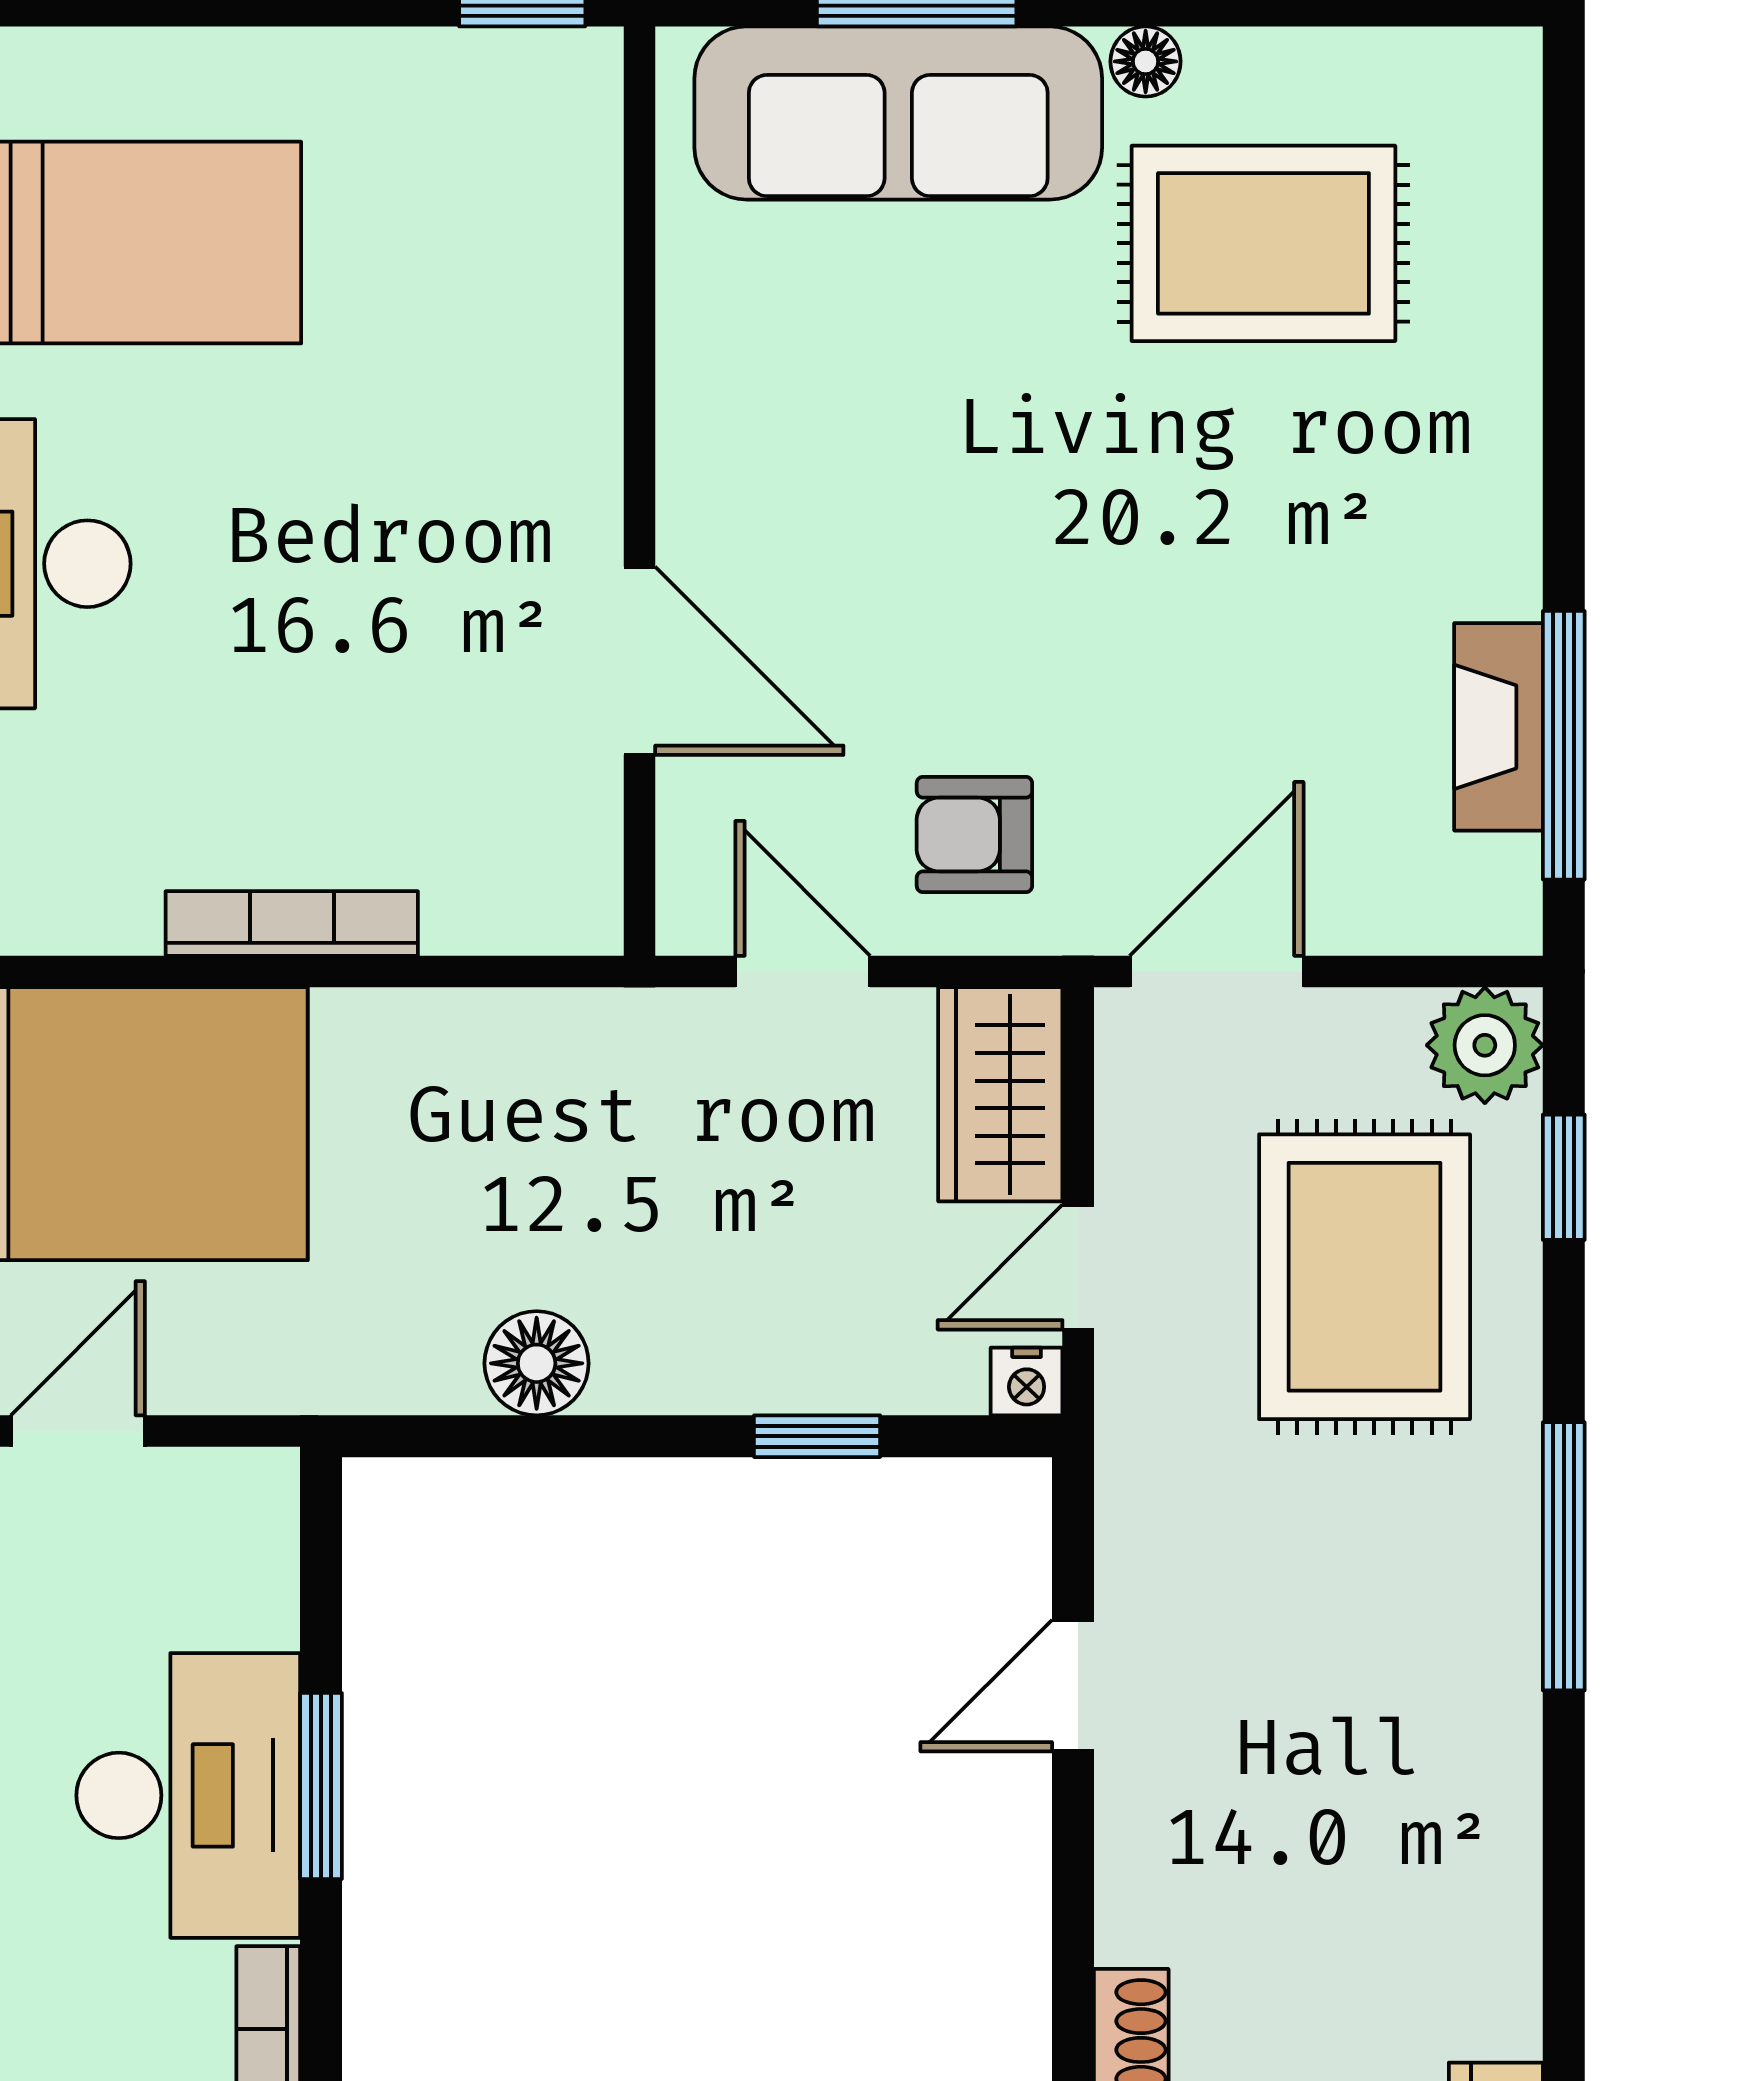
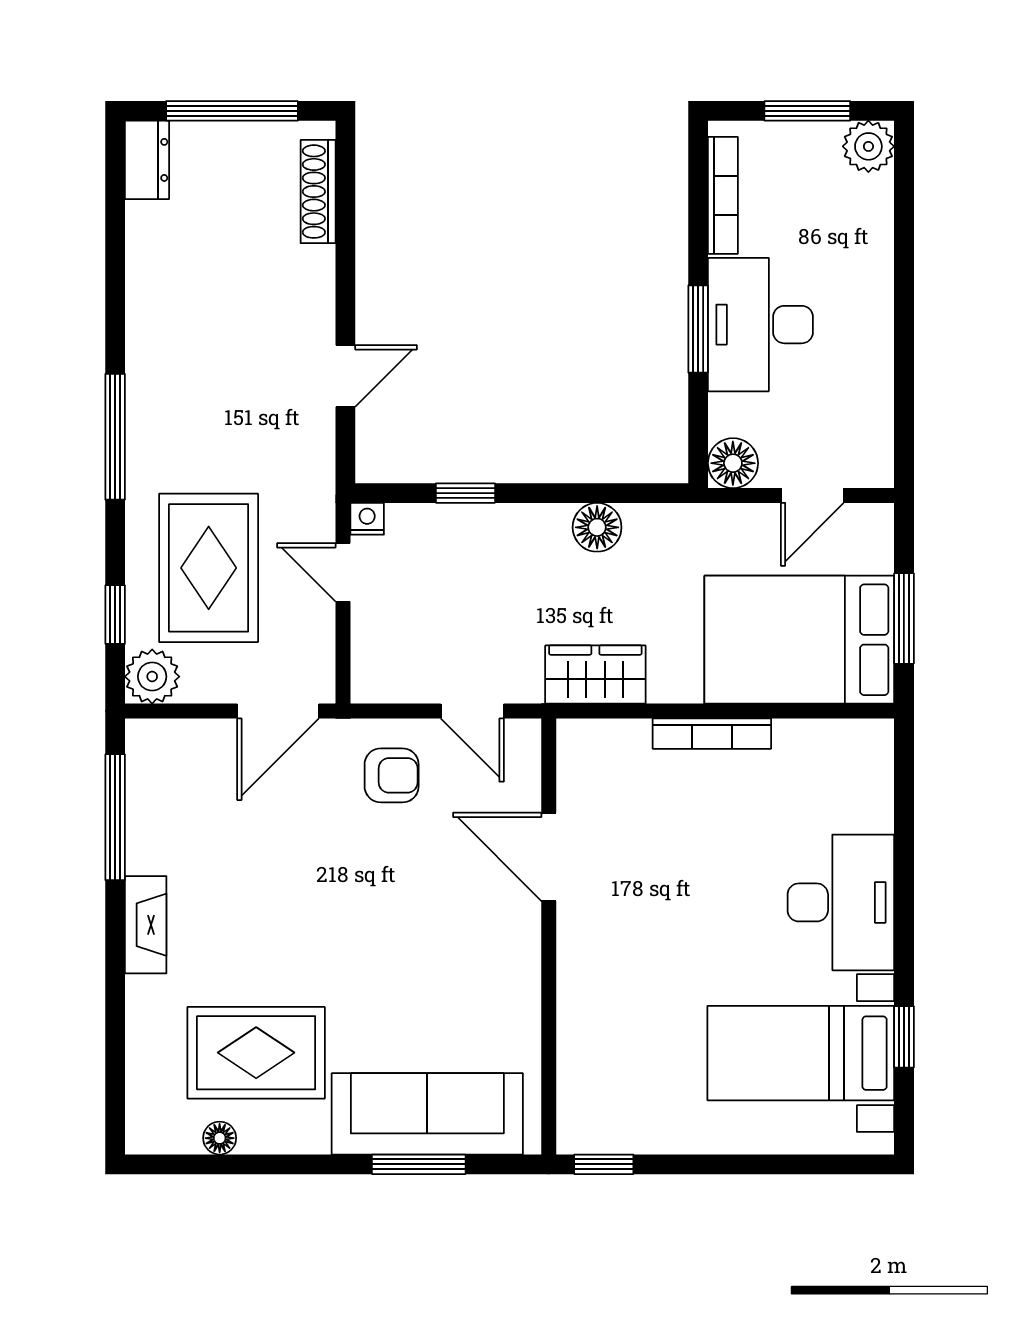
floor lamp: (1146, 61) -> (220, 1138), moved
fireplace: (1499, 727) -> (146, 925), moved
wardrobe: (1000, 1094) -> (595, 675), moved, turned -90
door: (1078, 1267) -> (343, 572), swing flipped
floor lamp: (247, 1500) -> (733, 463), added

